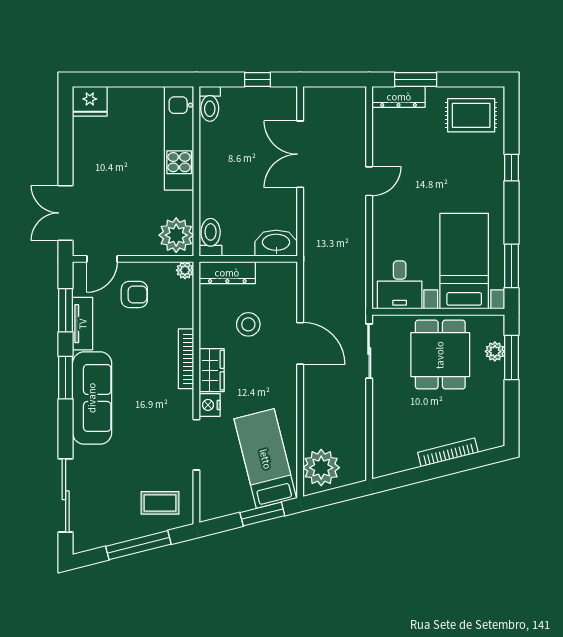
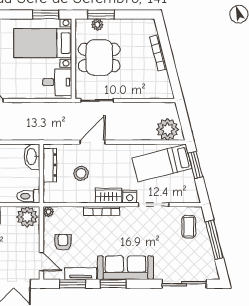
dresser: (227, 273) -> (50, 165), moved

